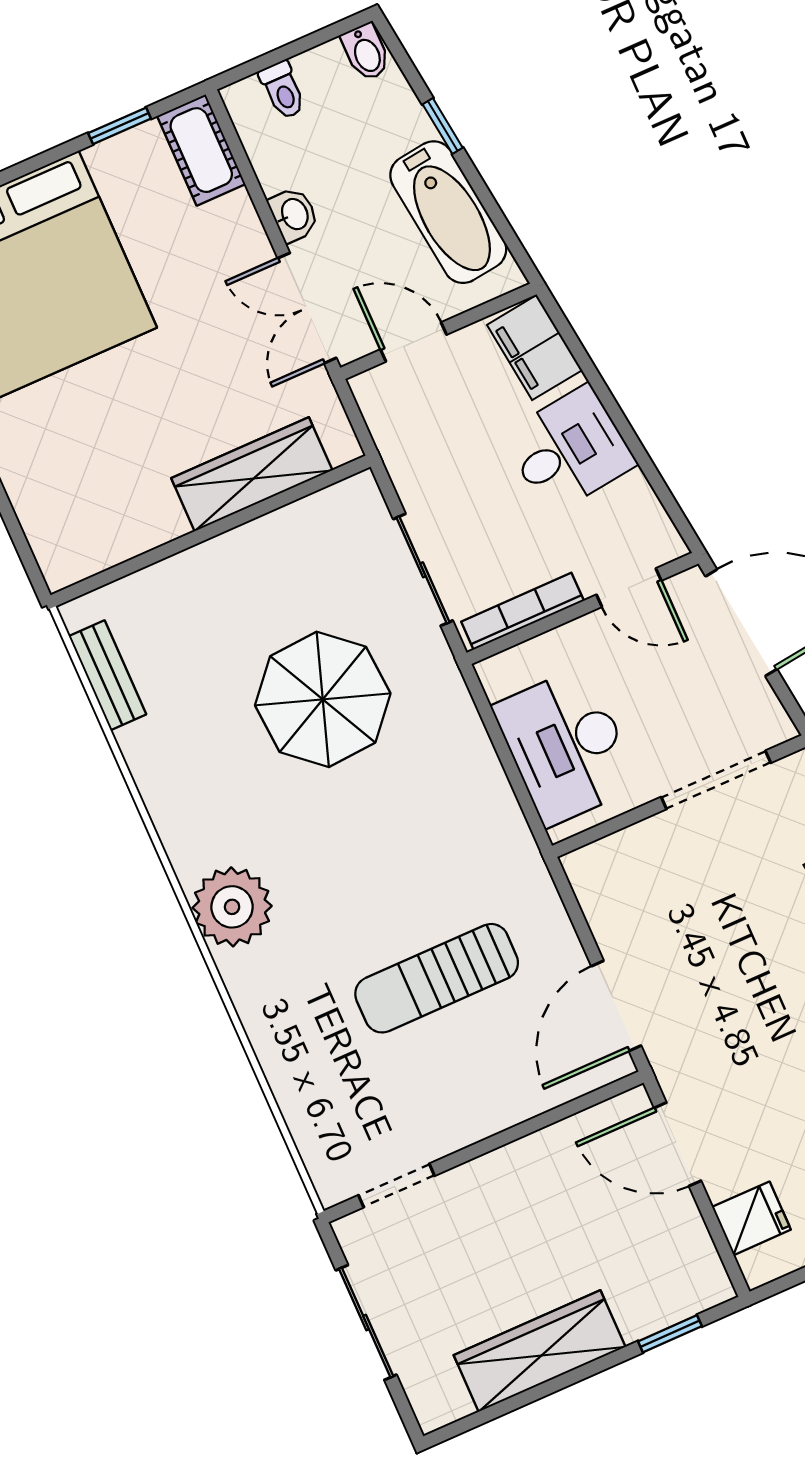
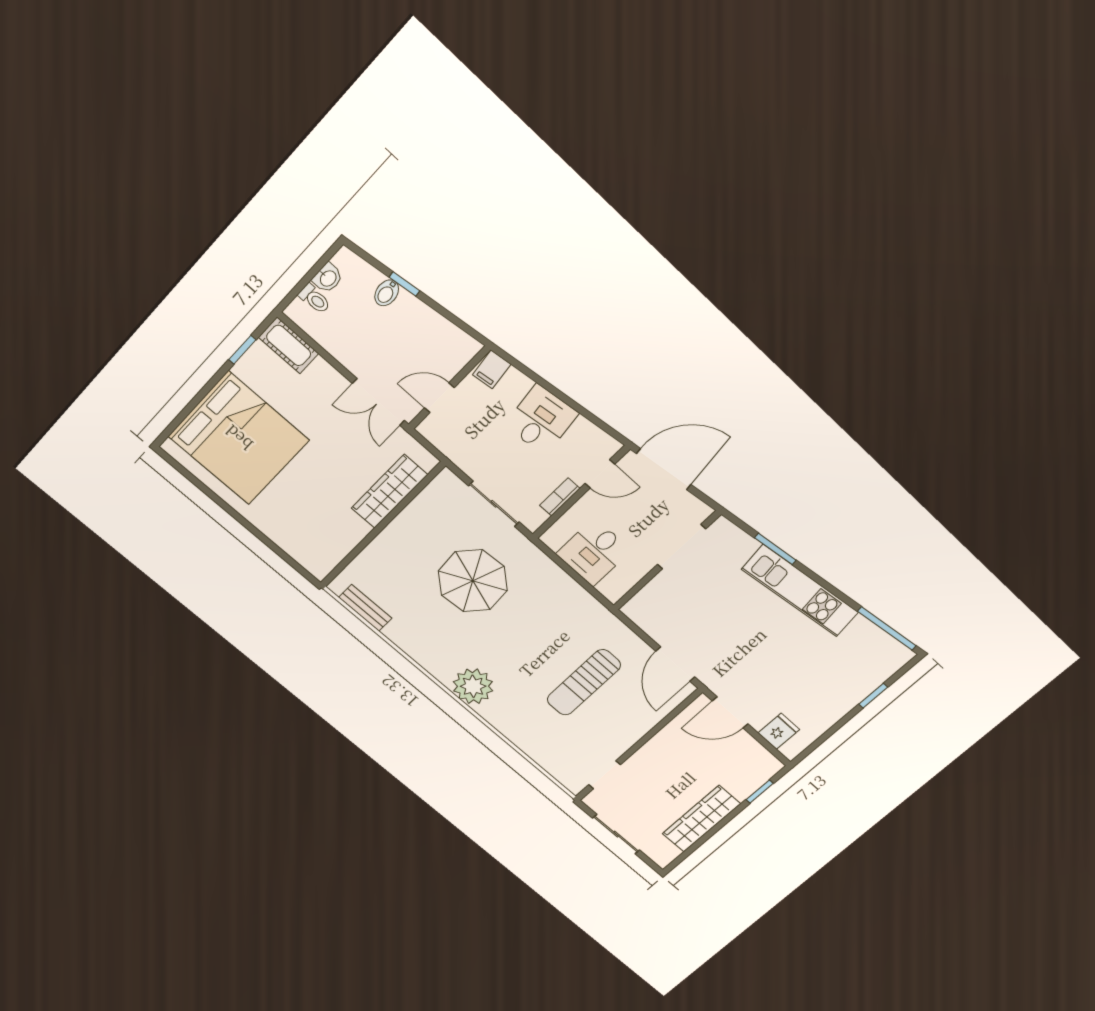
bidet: (366, 52) -> (387, 293), moved, turned 83
bathtub: (448, 212) -> (427, 327), removed
washbasin: (294, 215) -> (328, 278), moved, turned 90
filing cabinet: (535, 347) -> (492, 369), width x0.50
bookcase: (523, 611) -> (560, 497), width x0.64
desk: (566, 746) -> (594, 552), width x0.73

